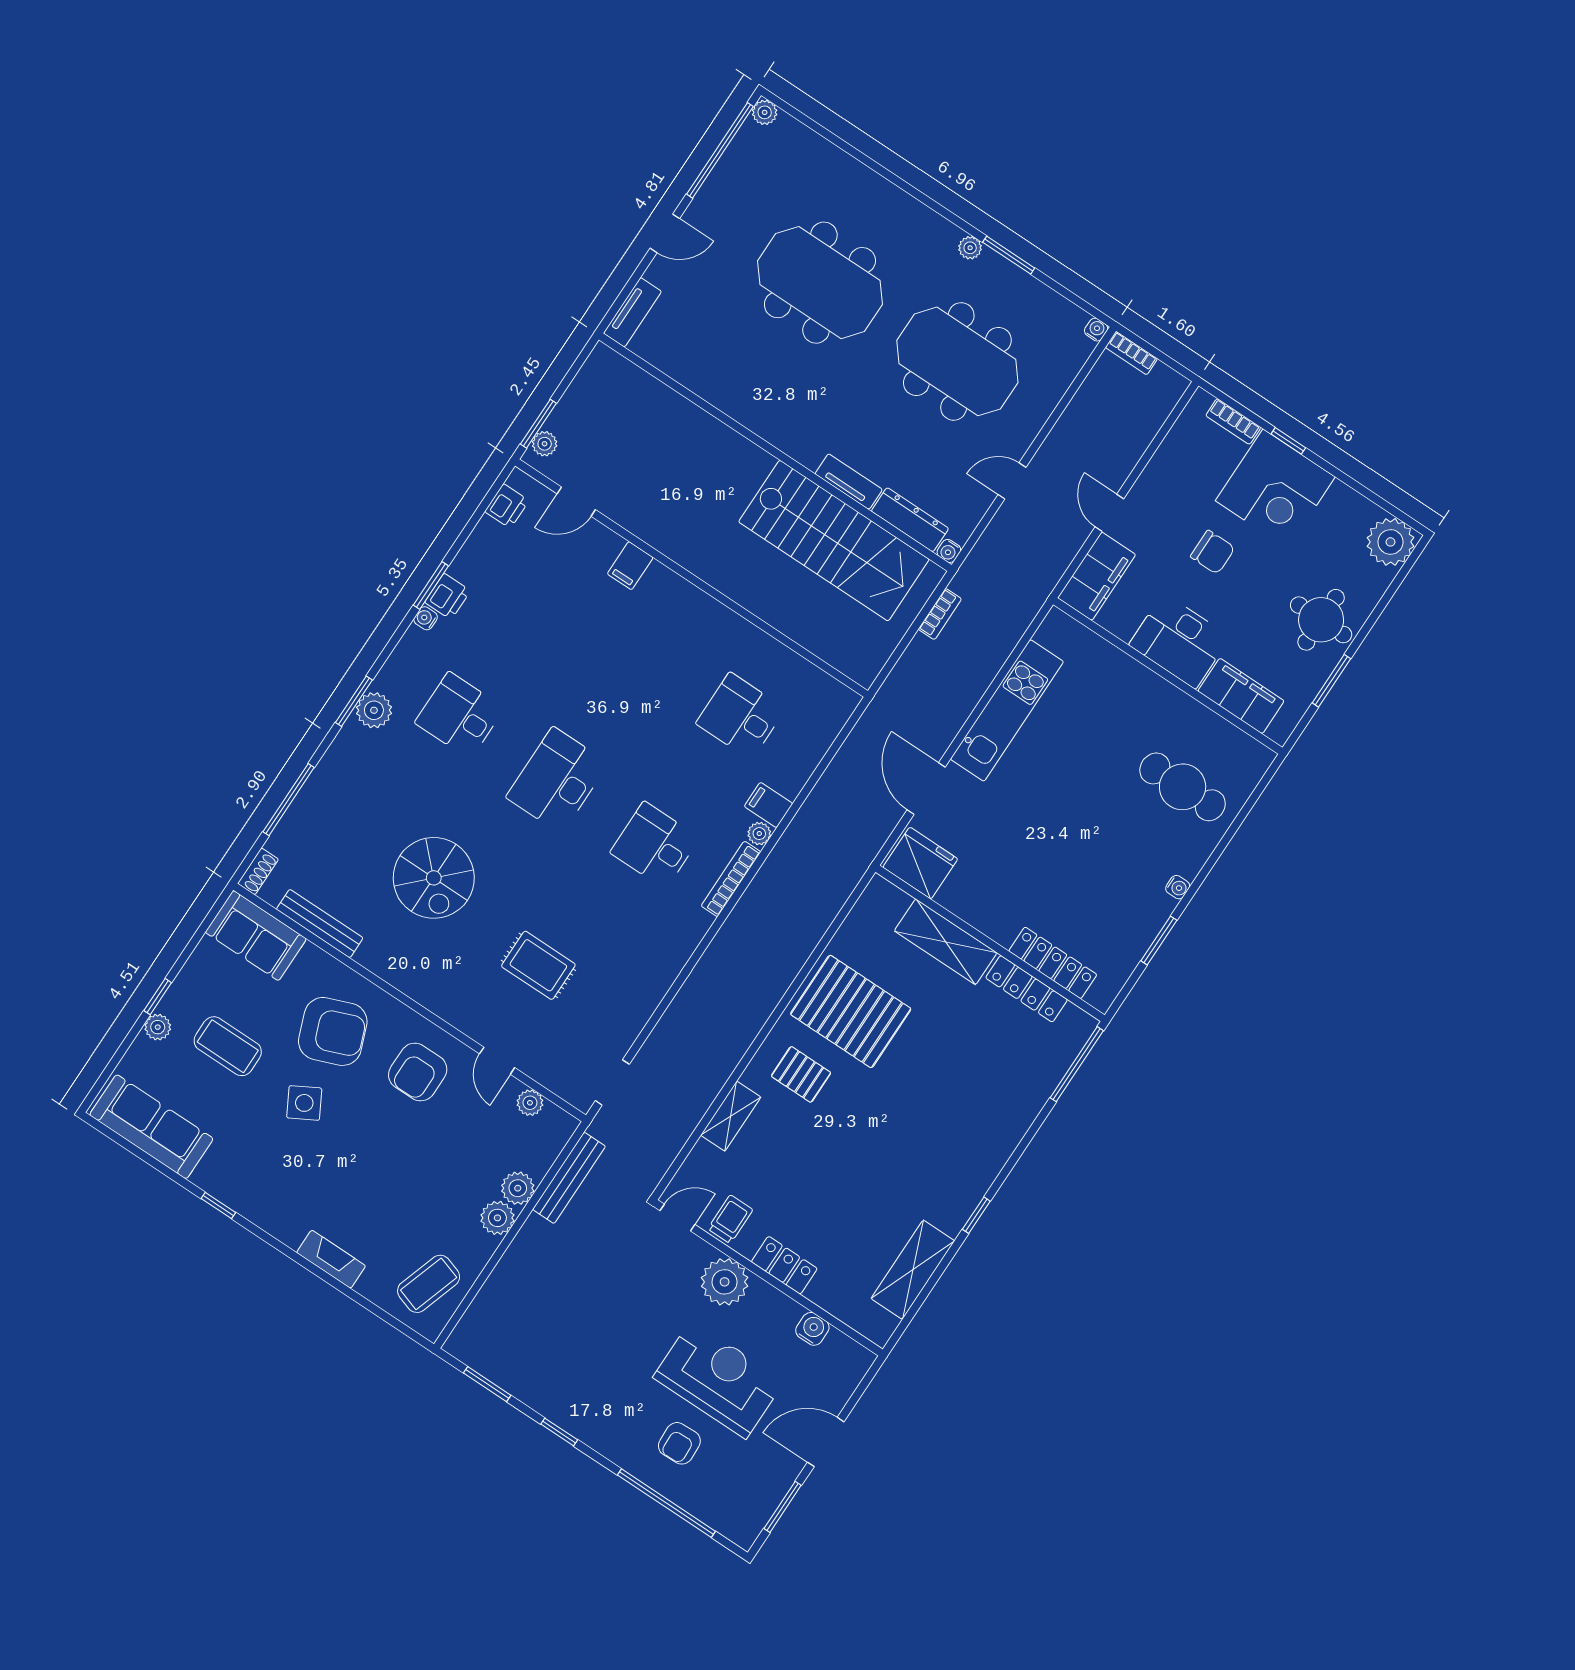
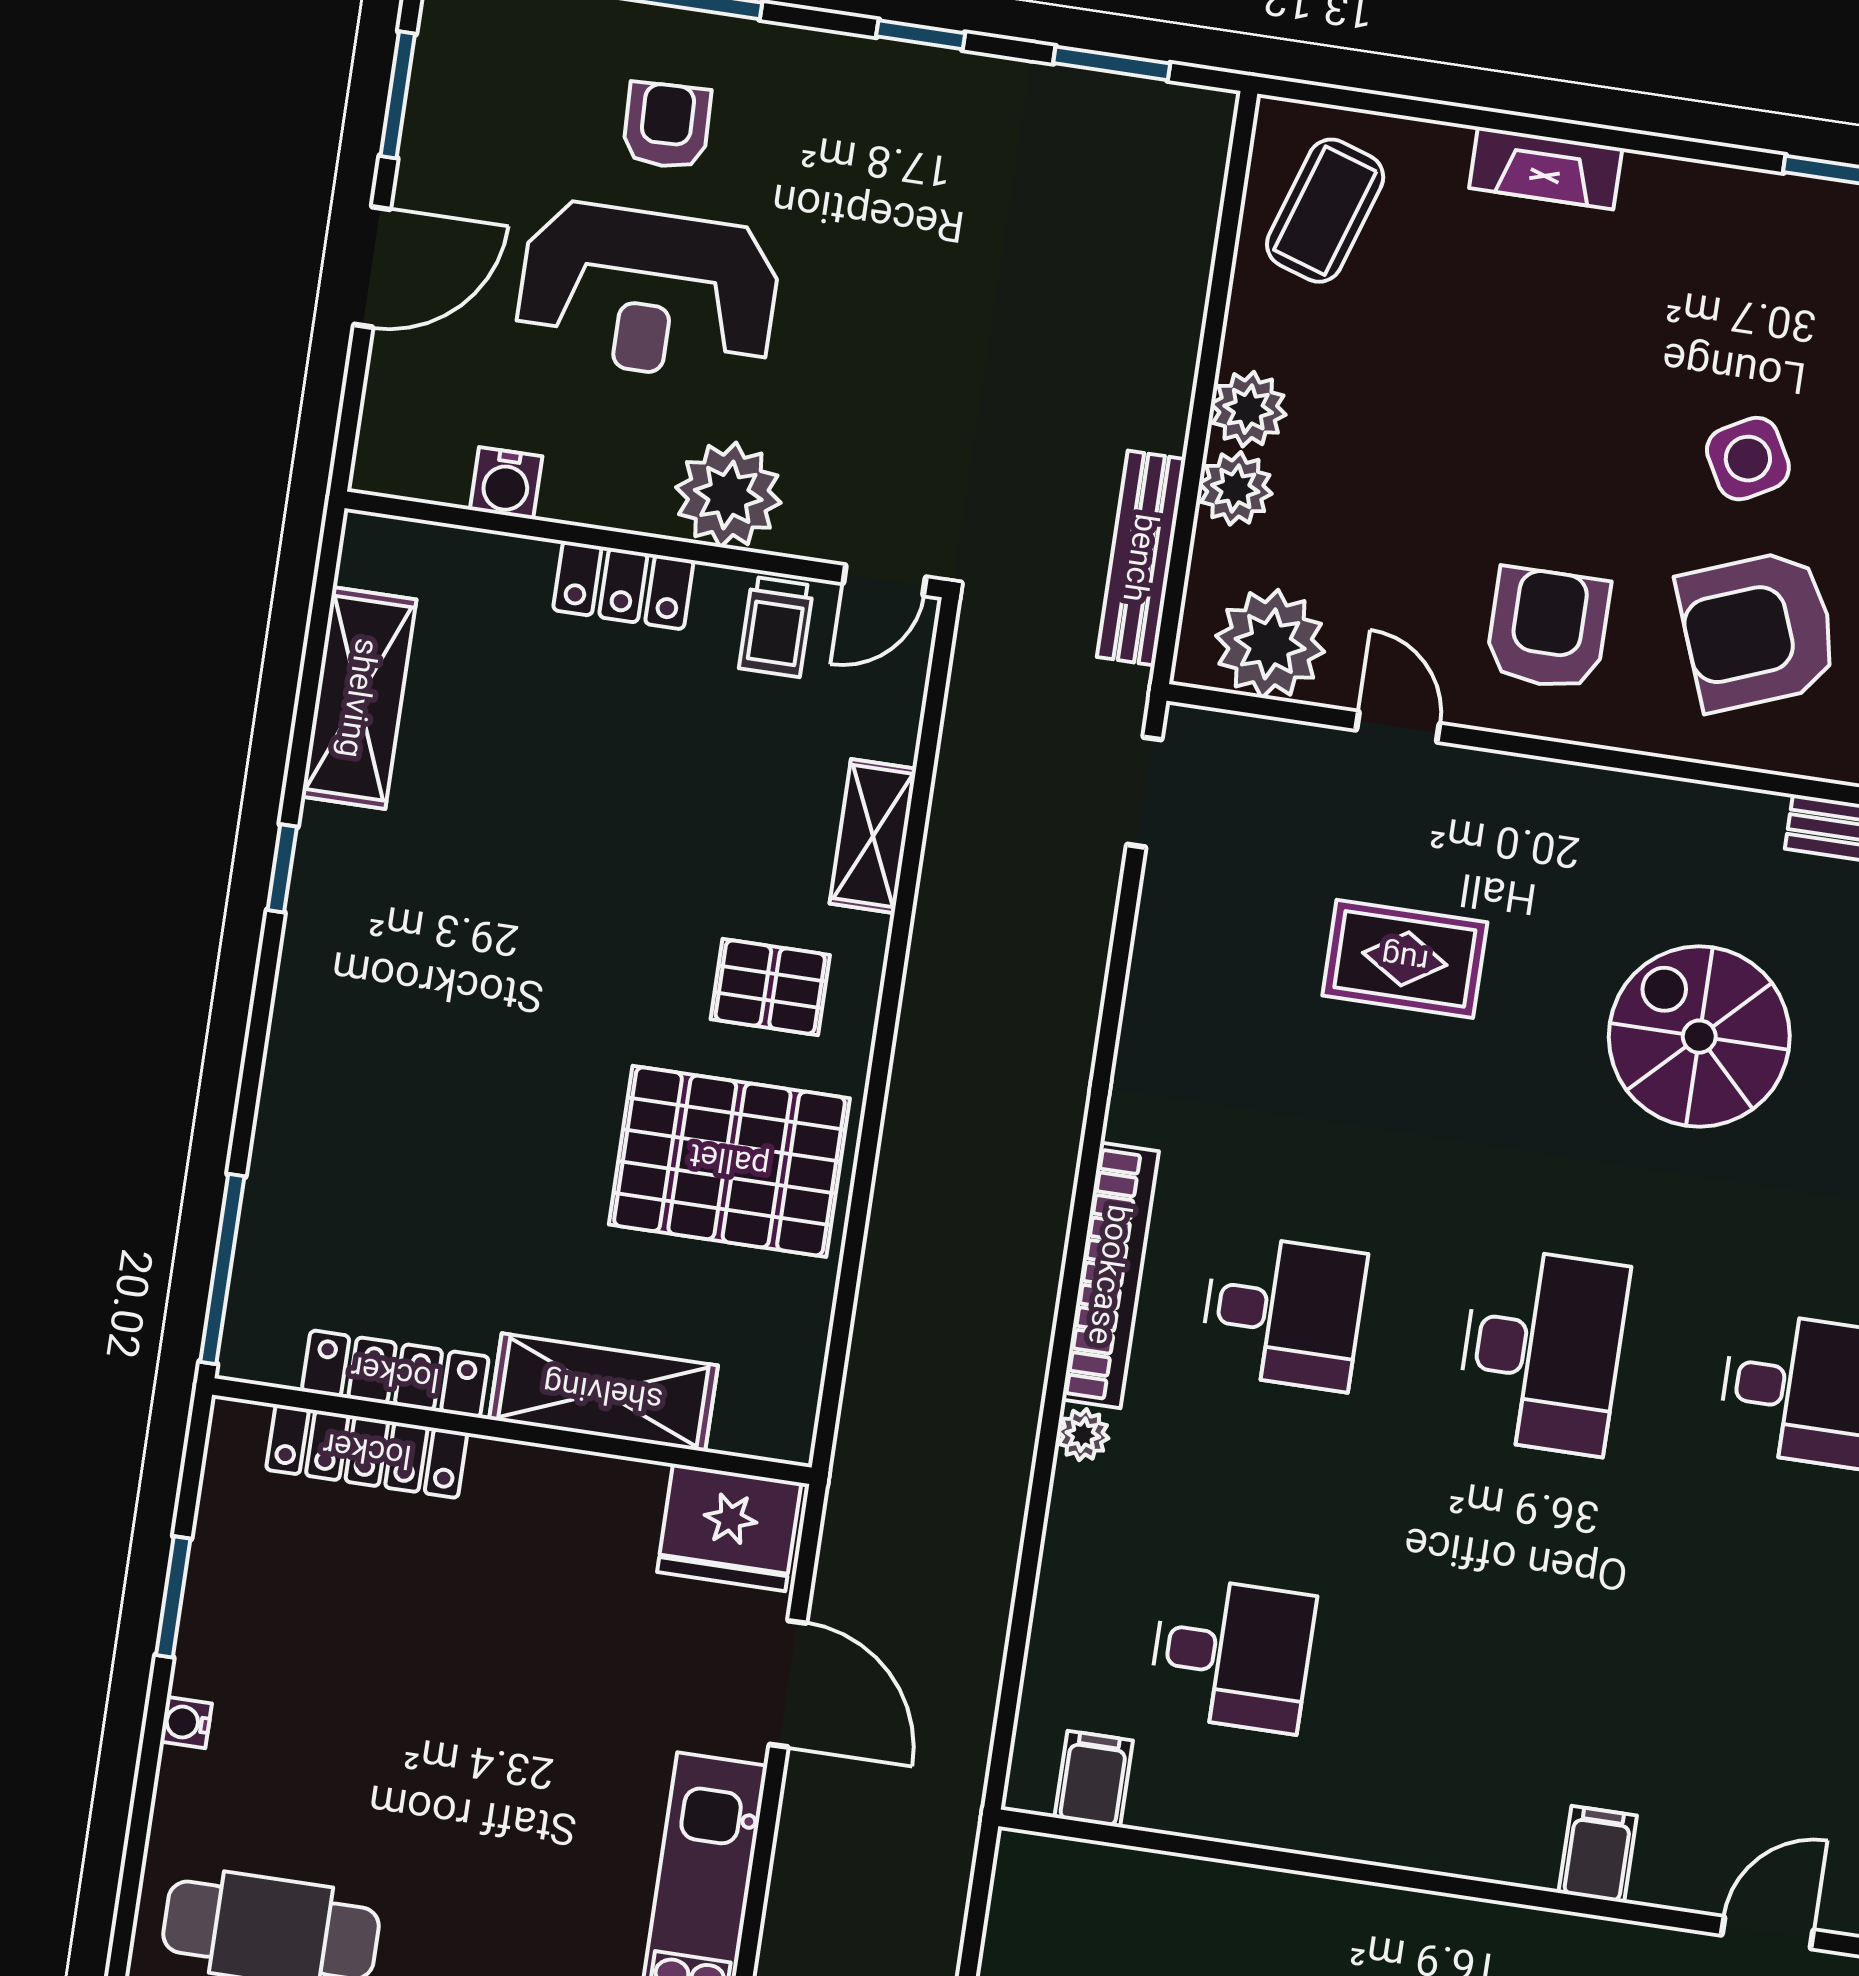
filing cabinet: (769, 805) -> (1094, 1779), moved, turned -90
bookcase: (731, 879) -> (1110, 1275), width x1.48, depth x1.31
plant: (530, 1103) -> (1270, 644), width x1.87, depth x1.87

